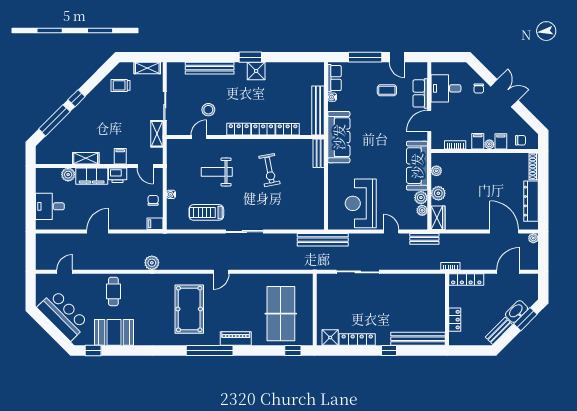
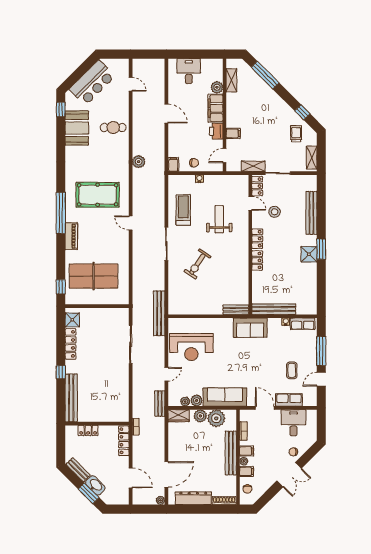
window: (77, 98) -> (302, 112), moved
locker: (288, 129) -> (257, 186), moved
sofa: (339, 137) -> (250, 328), width x0.73
shelving: (86, 158) -> (231, 80), moved
bench: (480, 159) -> (231, 453), added
exercise bike: (269, 170) -> (197, 264), moved, turned -45
plant: (436, 171) -> (216, 418), width x1.87, depth x1.87
reception desk: (361, 203) -> (191, 347), turned 180

